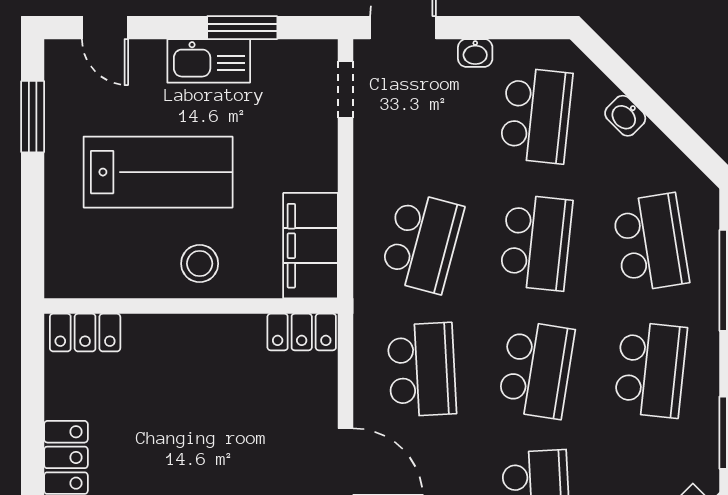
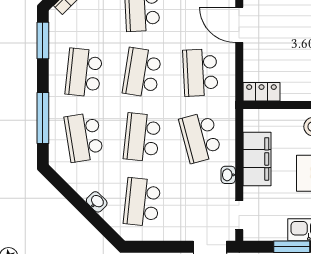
washbasin: (475, 53) -> (228, 175), moved, turned -90
school desk: (422, 243) -> (200, 137), turned -30
filing cabinet: (310, 246) -> (257, 159), moved

